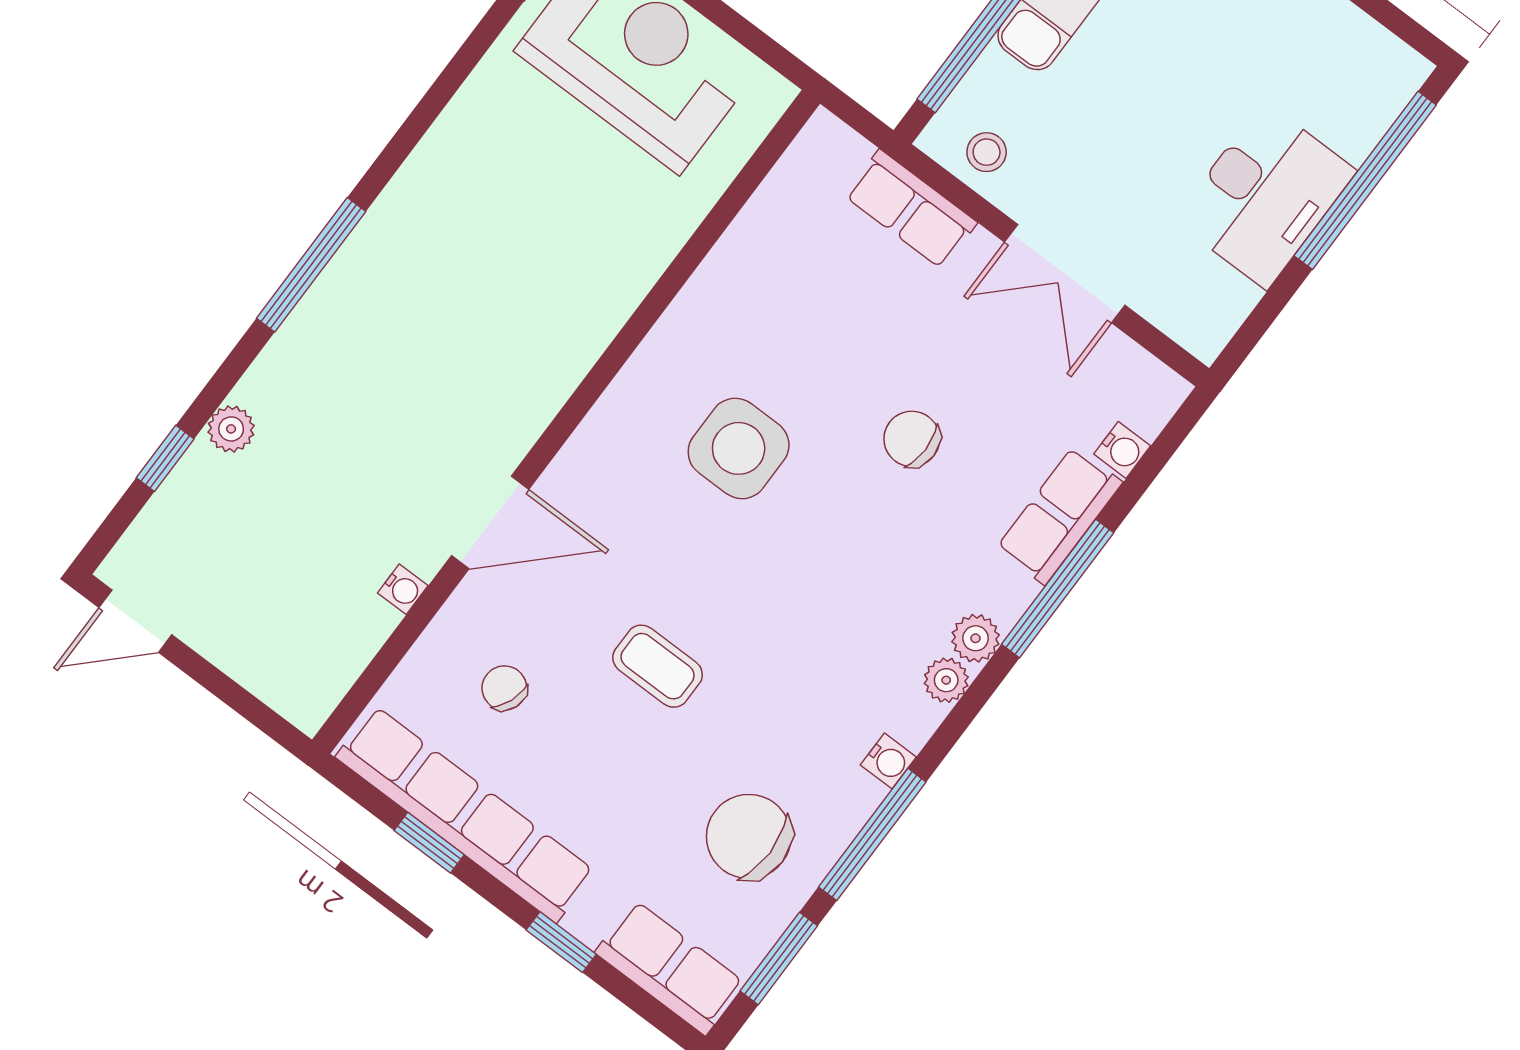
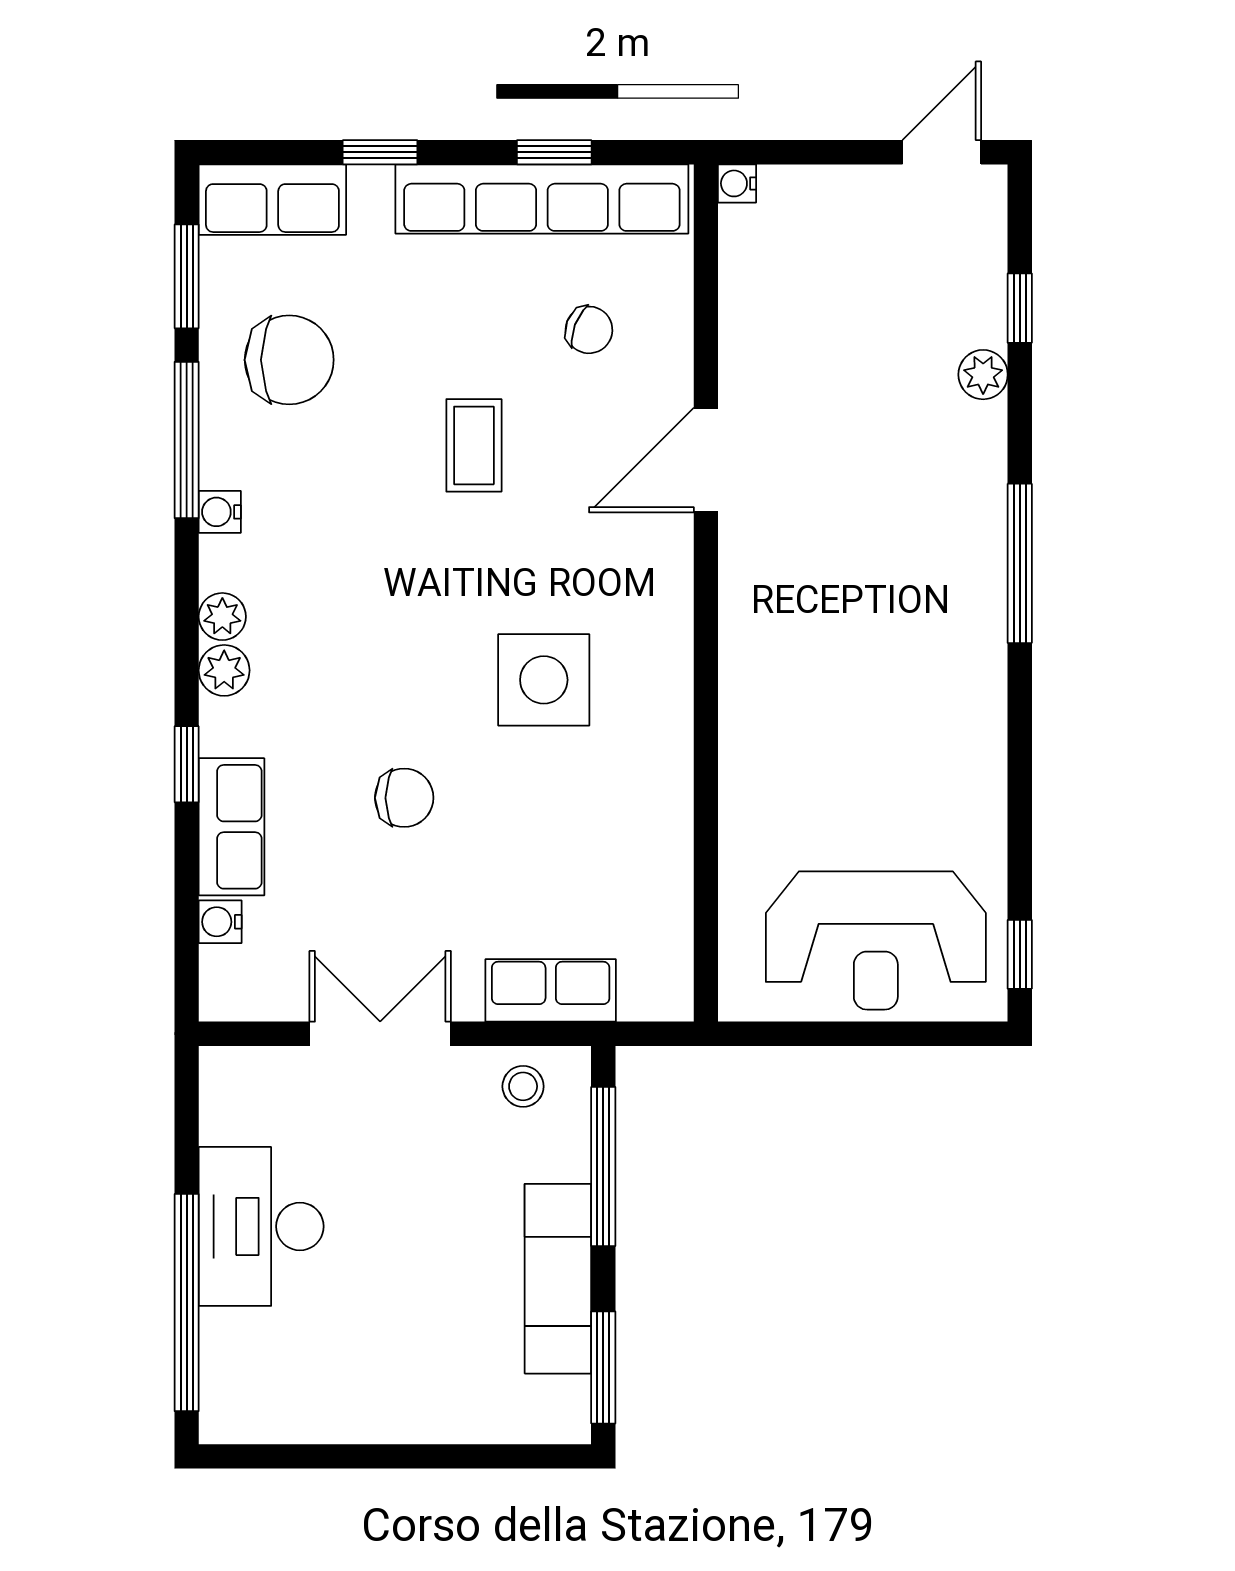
water cooler: (403, 589) -> (737, 183), moved
window: (1058, 589) -> (187, 764), width x0.46
coffee table: (658, 666) -> (474, 445), turned 90

